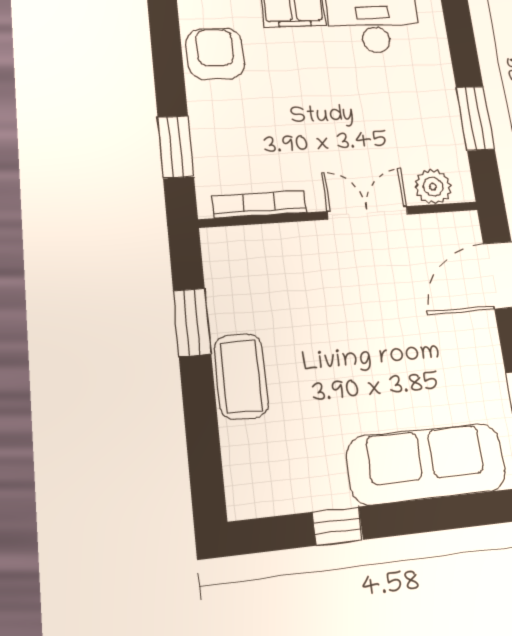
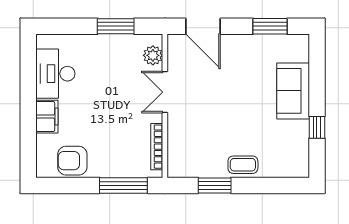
window: (176, 147) -> (123, 185), width x1.44
coffee table: (241, 376) -> (243, 165), width x0.73, depth x0.77
sofa: (426, 464) -> (293, 91), width x0.73

